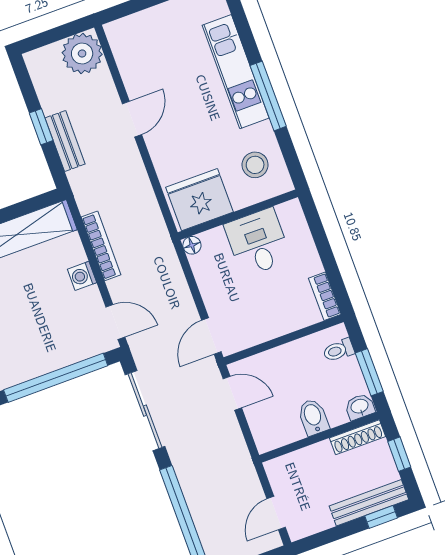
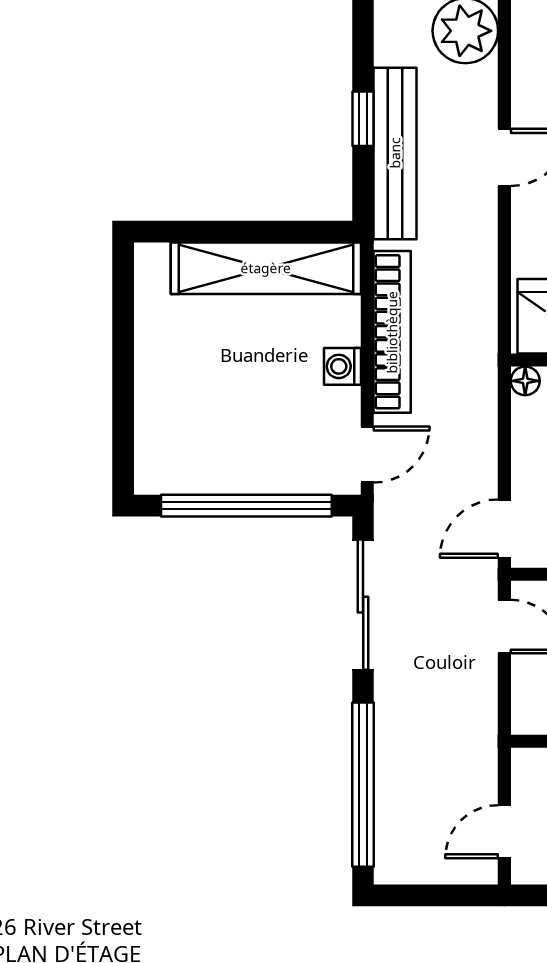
bench: (65, 141) -> (395, 153), width x1.86, depth x1.21
bookcase: (101, 246) -> (392, 332), width x1.48, depth x1.31
door: (115, 322) -> (367, 455), hinge flipped

